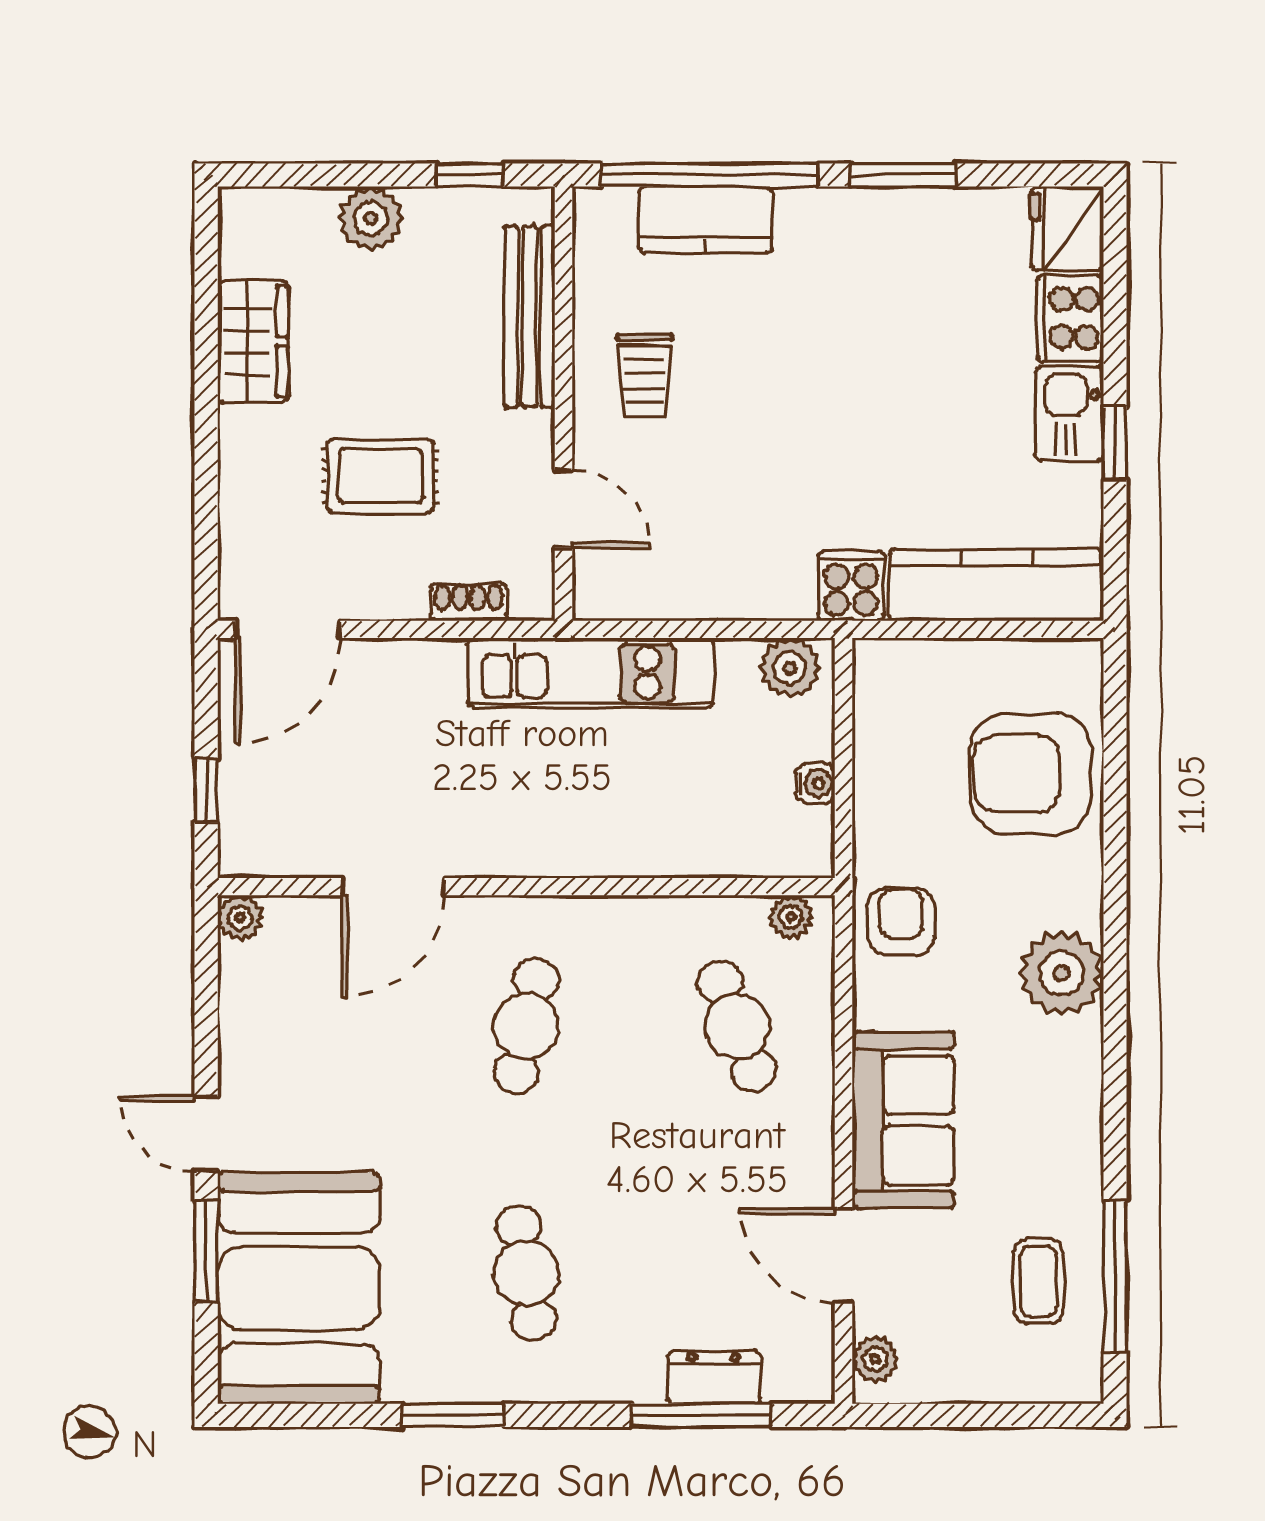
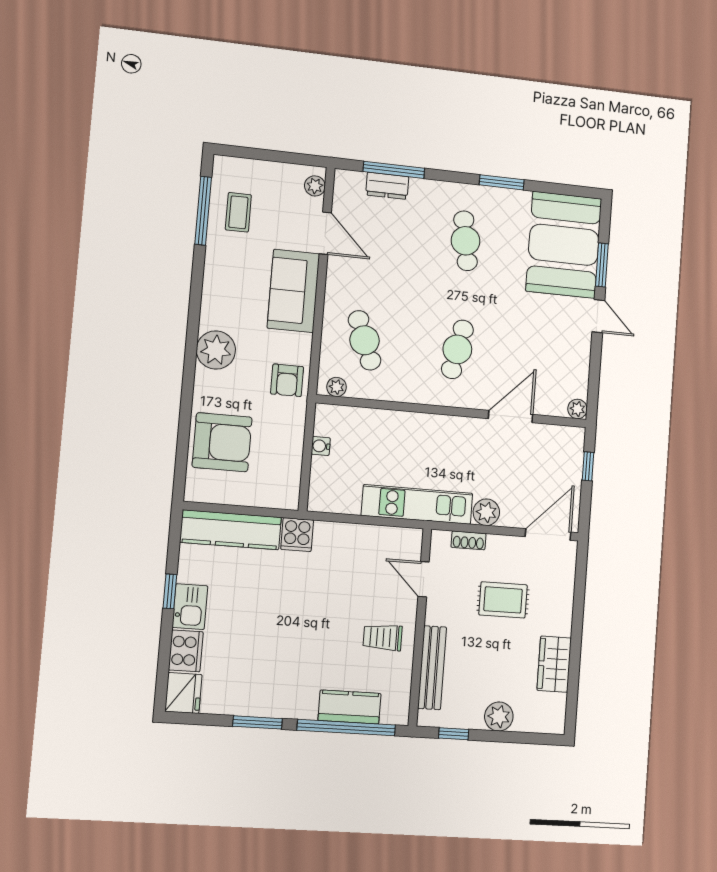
trolley: (645, 375) -> (383, 637), turned -90
plant: (790, 668) -> (486, 512), moved

